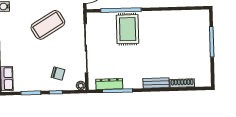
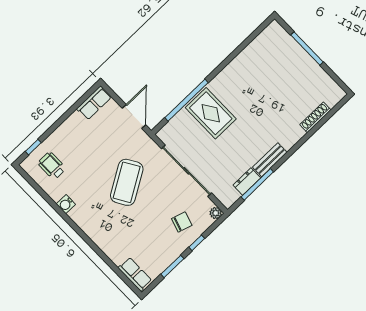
bench: (156, 83) -> (270, 160), moved
dresser: (109, 84) -> (247, 181), width x0.70

